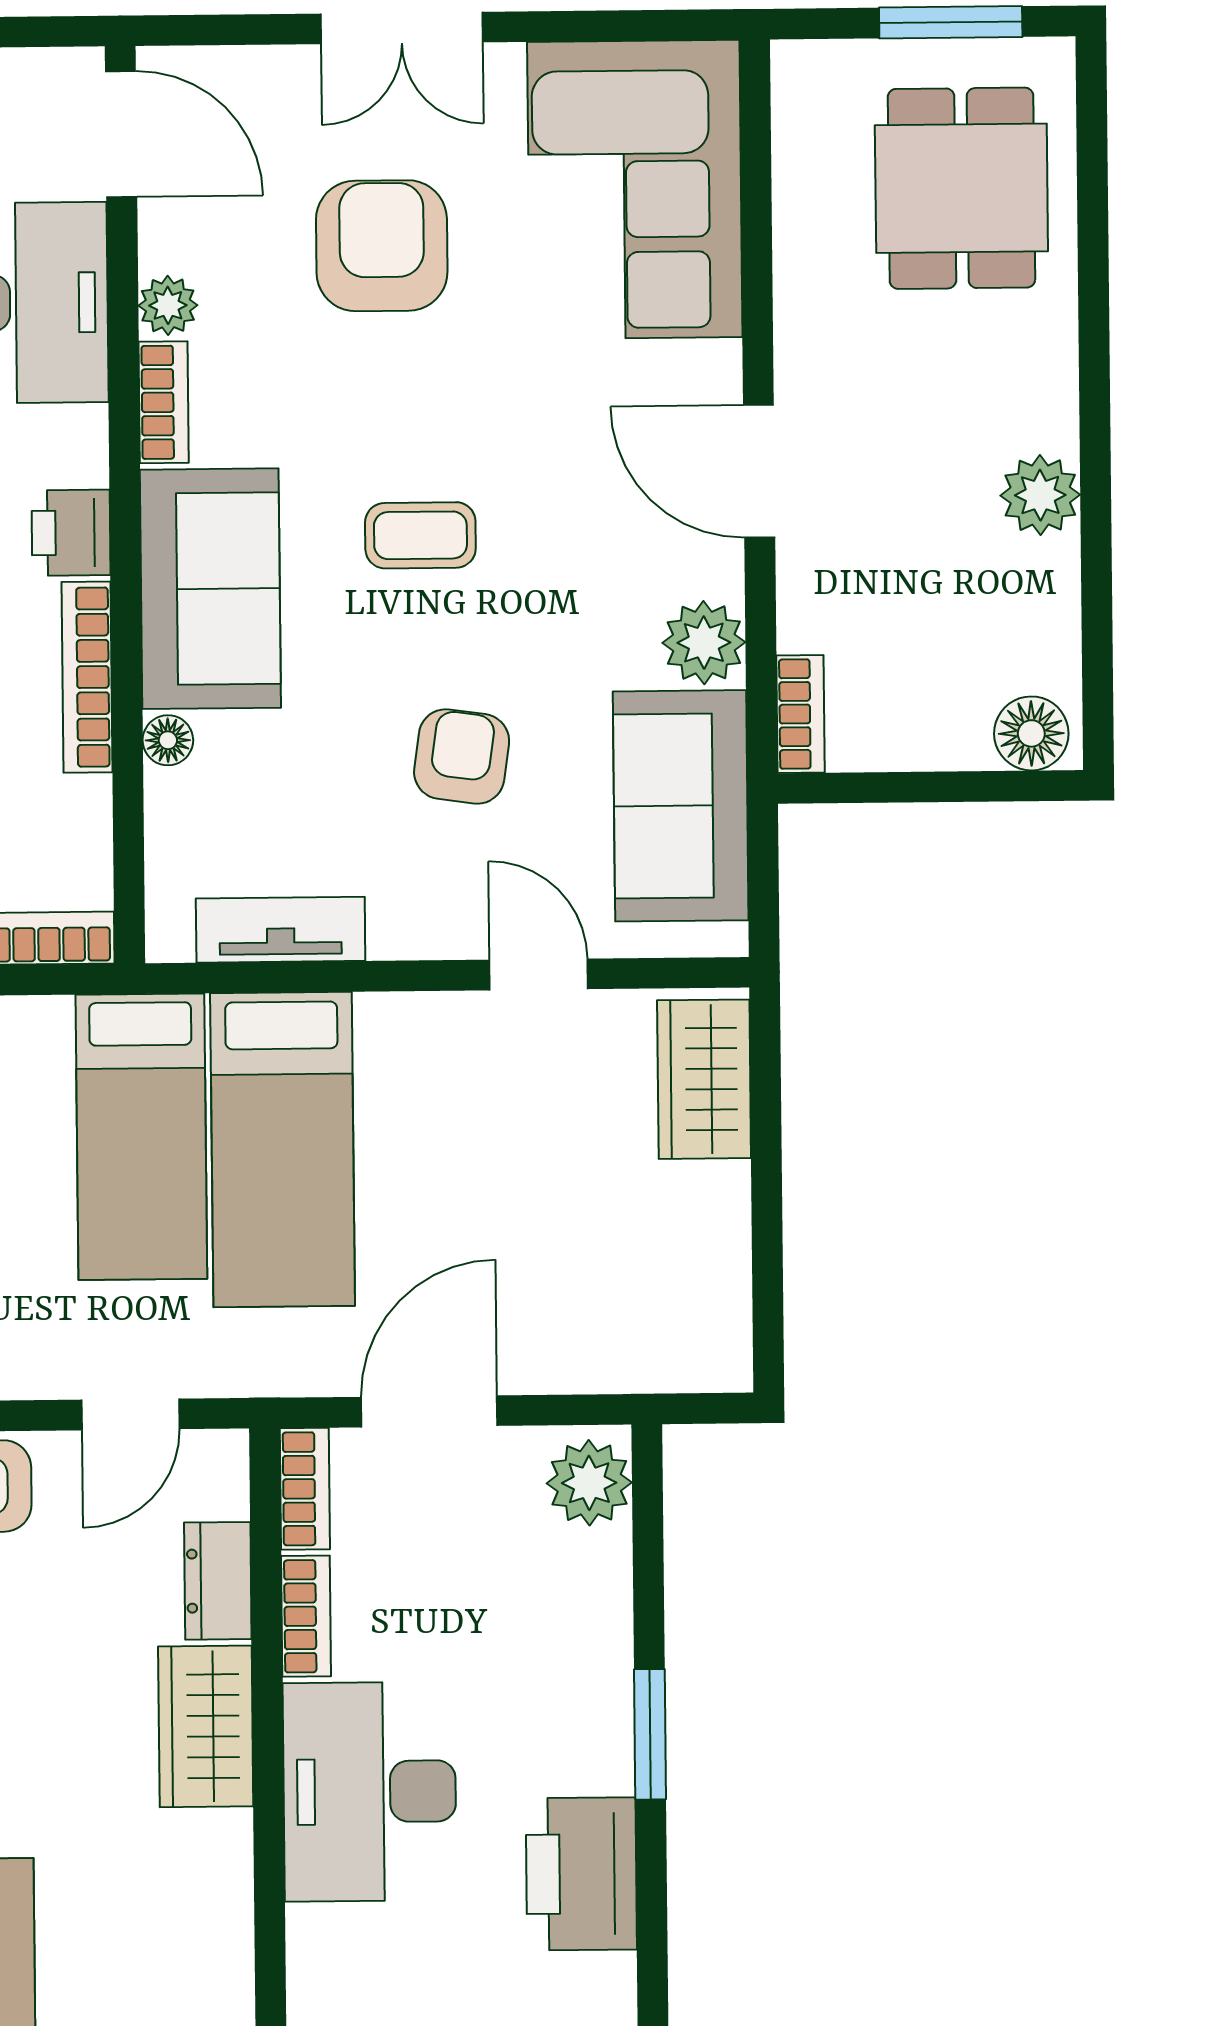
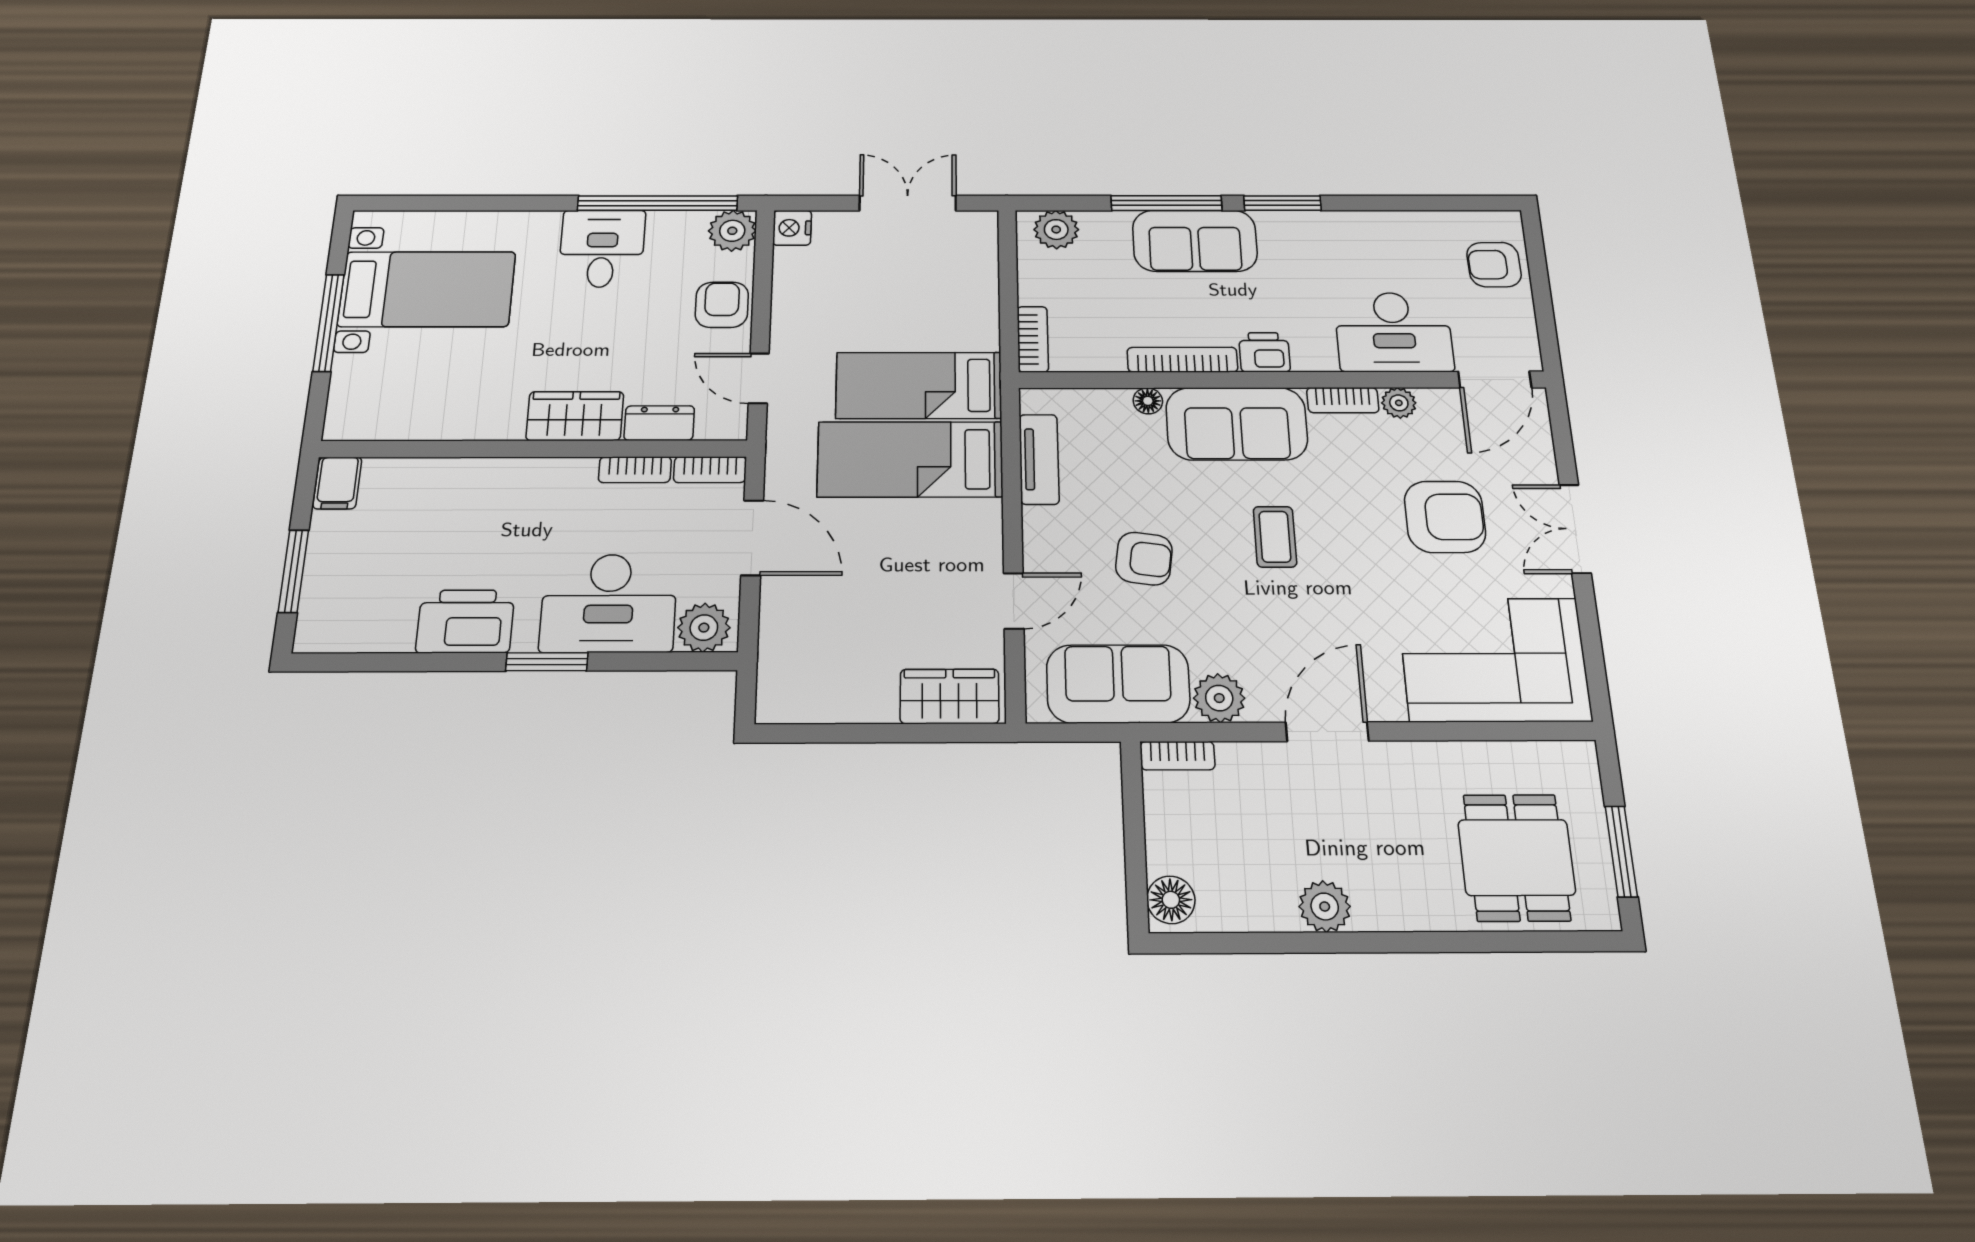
dining table: (961, 188) -> (1517, 857), turned 90
desk: (370, 1792) -> (609, 603), moved, turned 180

